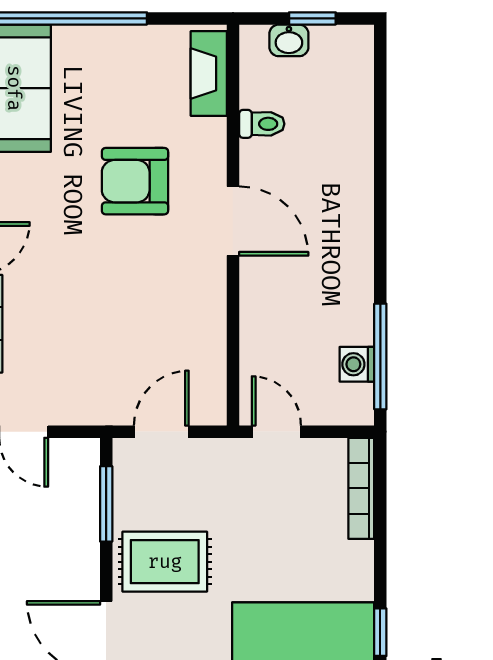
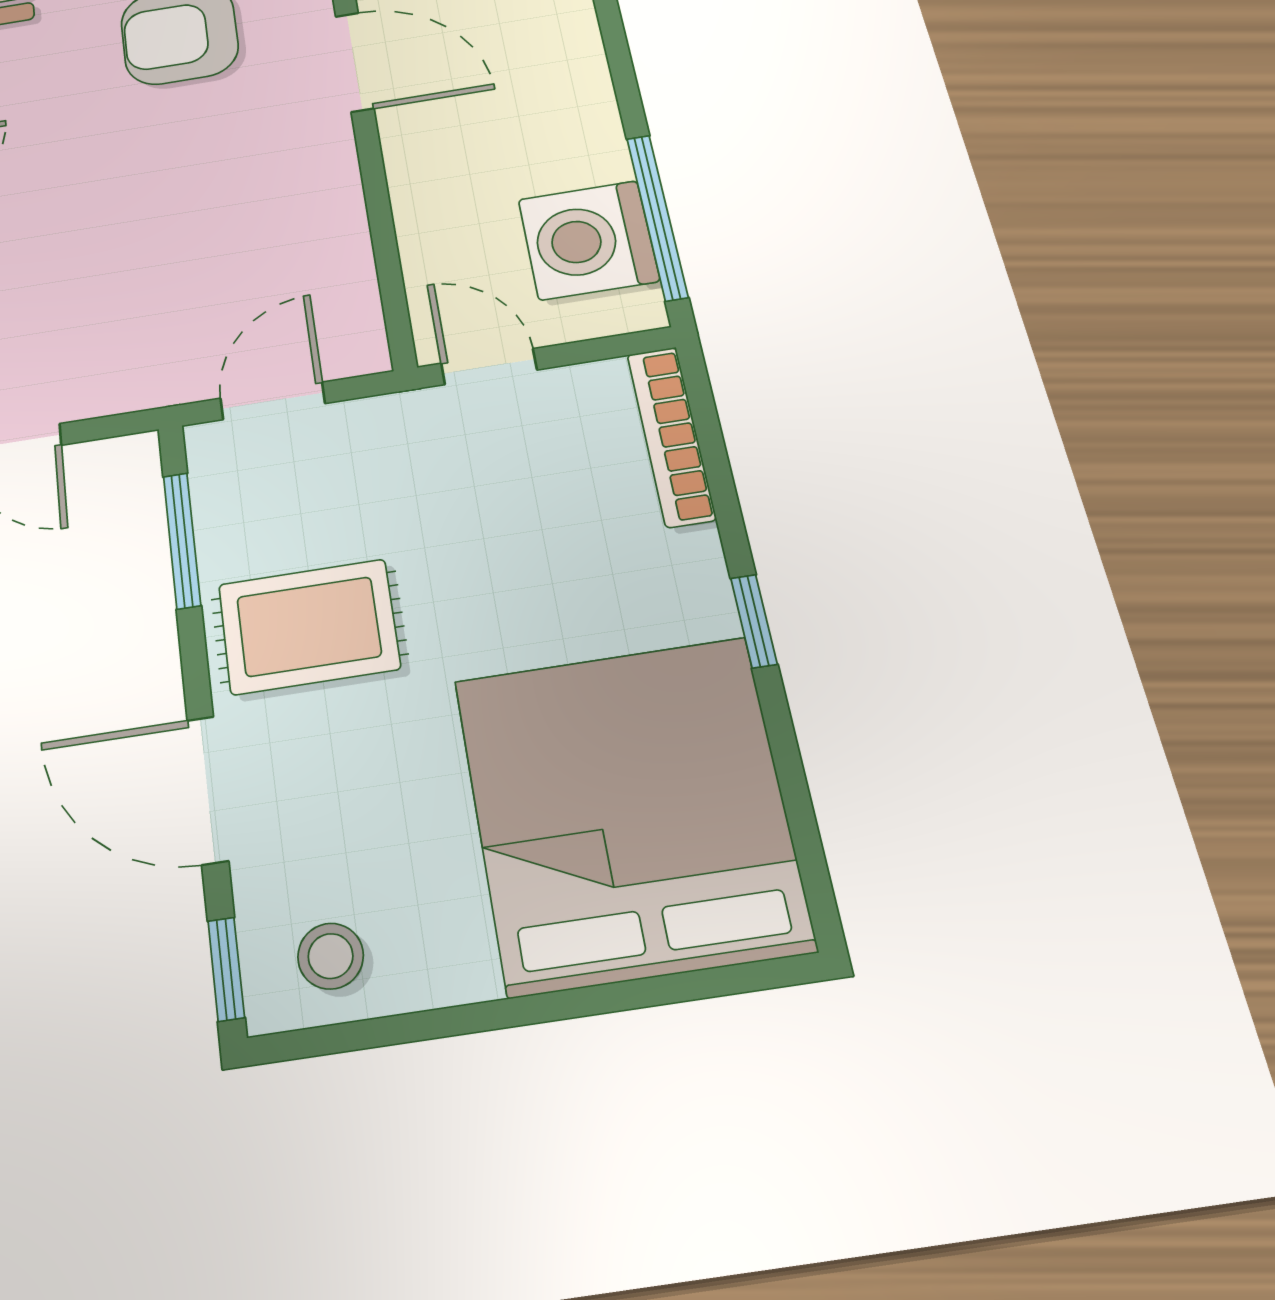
washing machine: (357, 364) -> (588, 240), width x1.89, depth x1.89
window: (380, 632) -> (754, 621), moved

